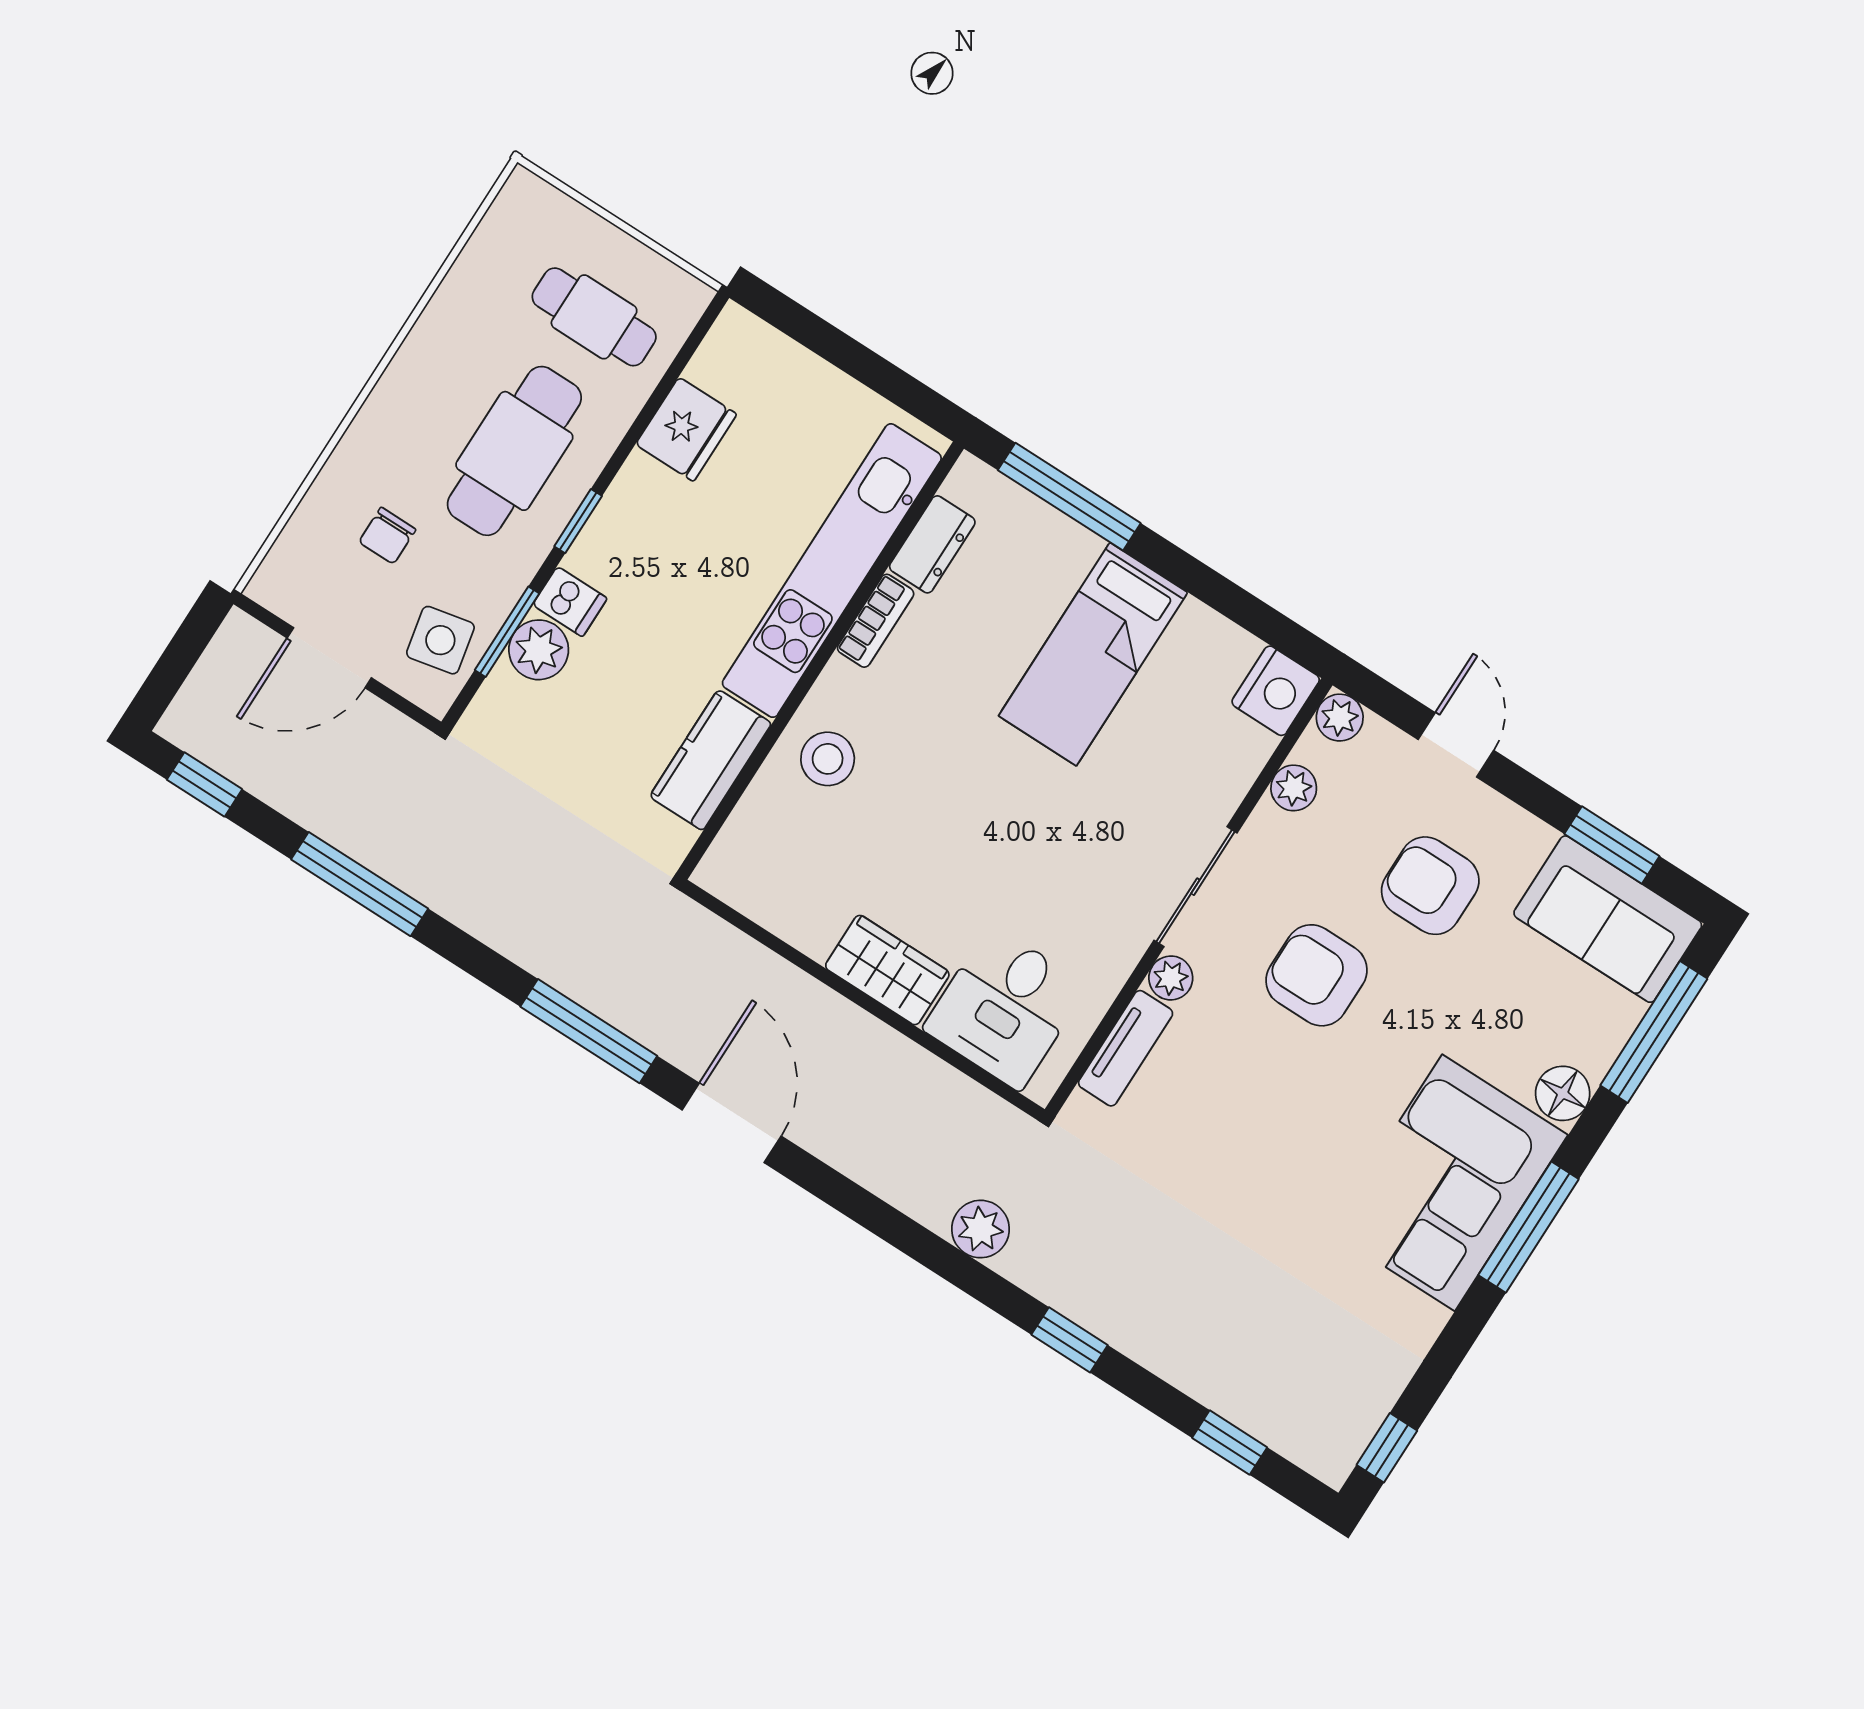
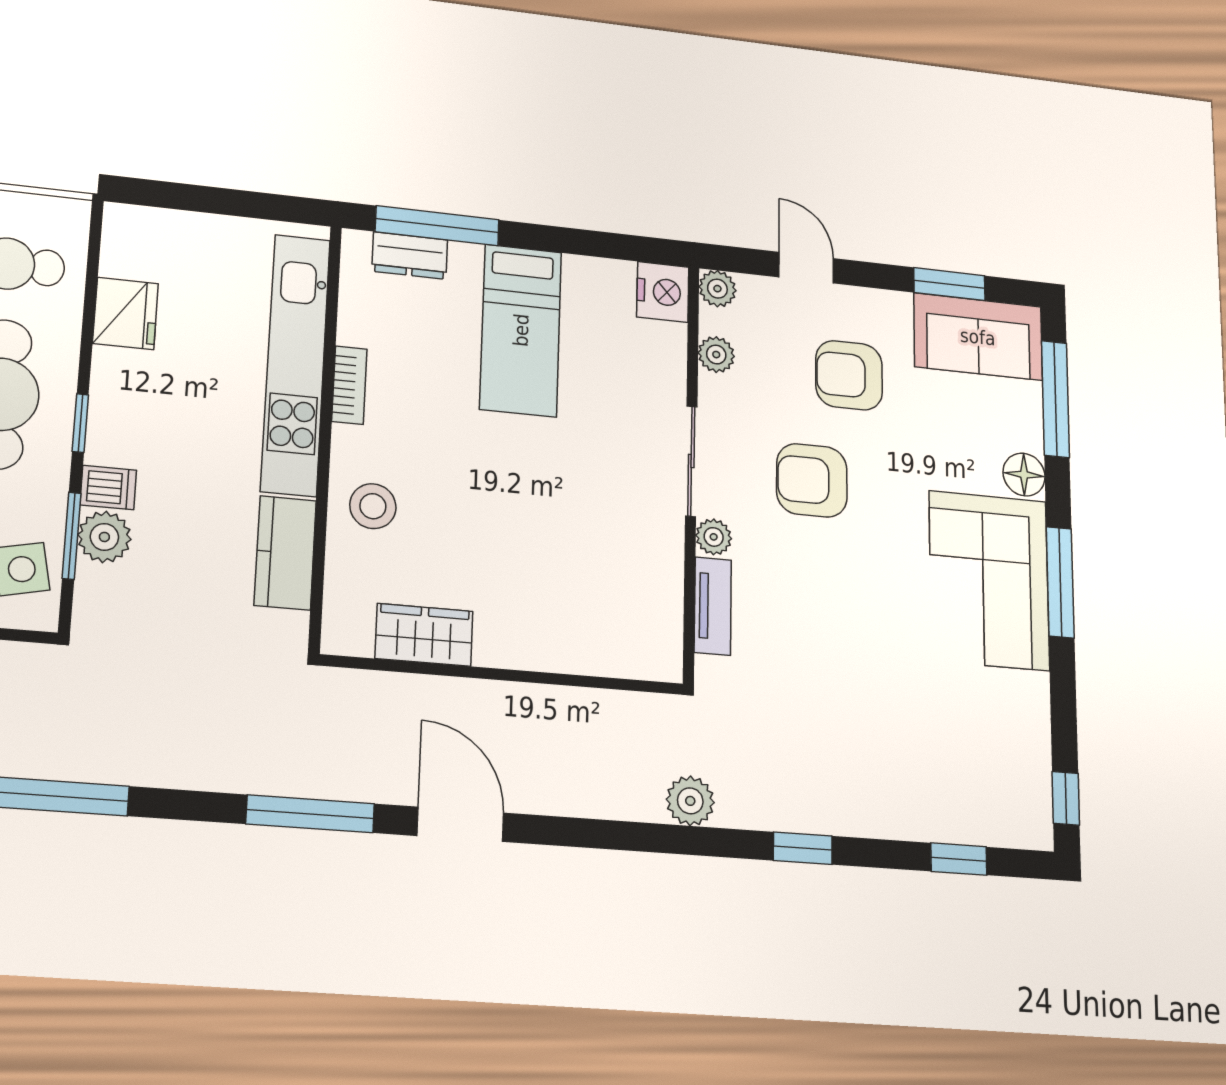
dresser: (932, 544) -> (410, 256), moved, turned 90
wardrobe: (887, 970) -> (424, 635), moved
desk: (1005, 1007) -> (610, 623), removed

